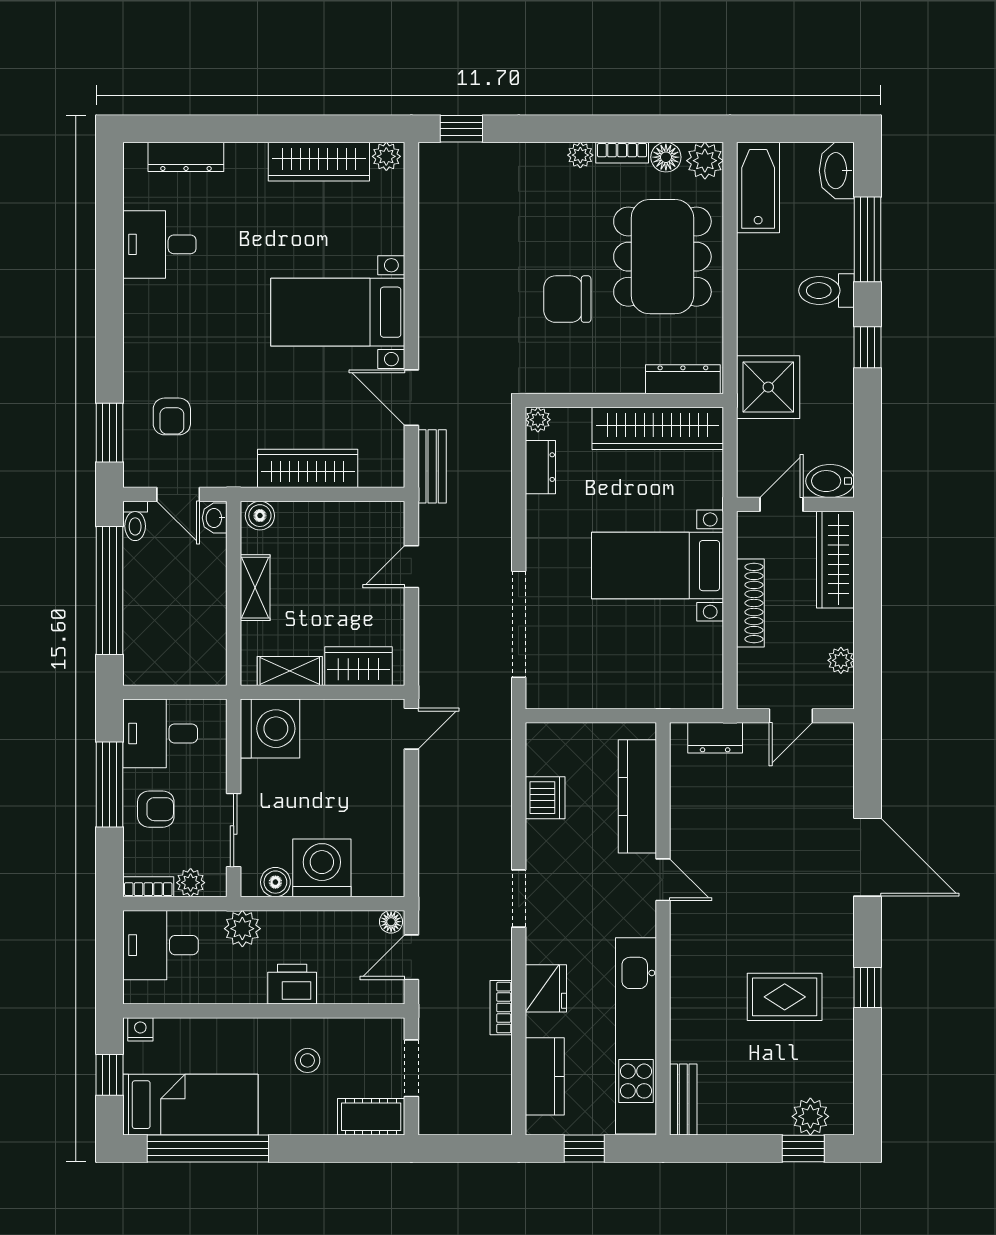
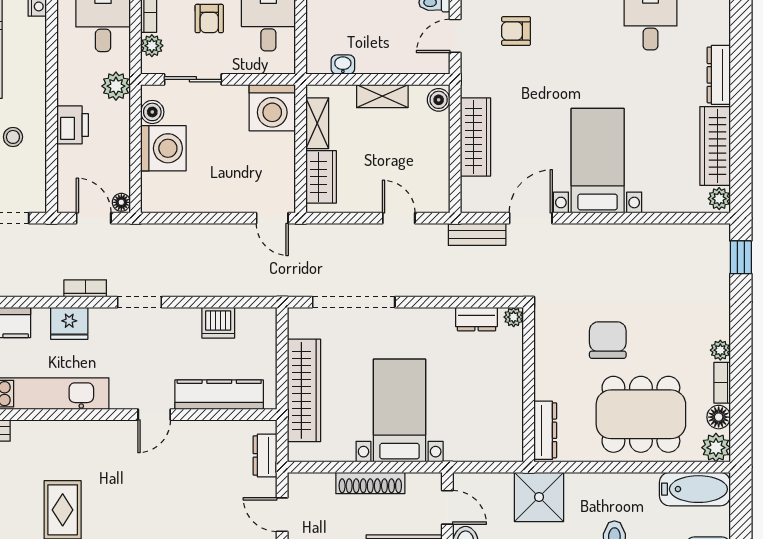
dresser: (186, 157) -> (719, 75), moved
wardrobe: (658, 428) -> (304, 390), moved, turned 180
washbasin: (215, 518) -> (343, 65), moved
bookcase: (501, 1008) -> (85, 288), moved

